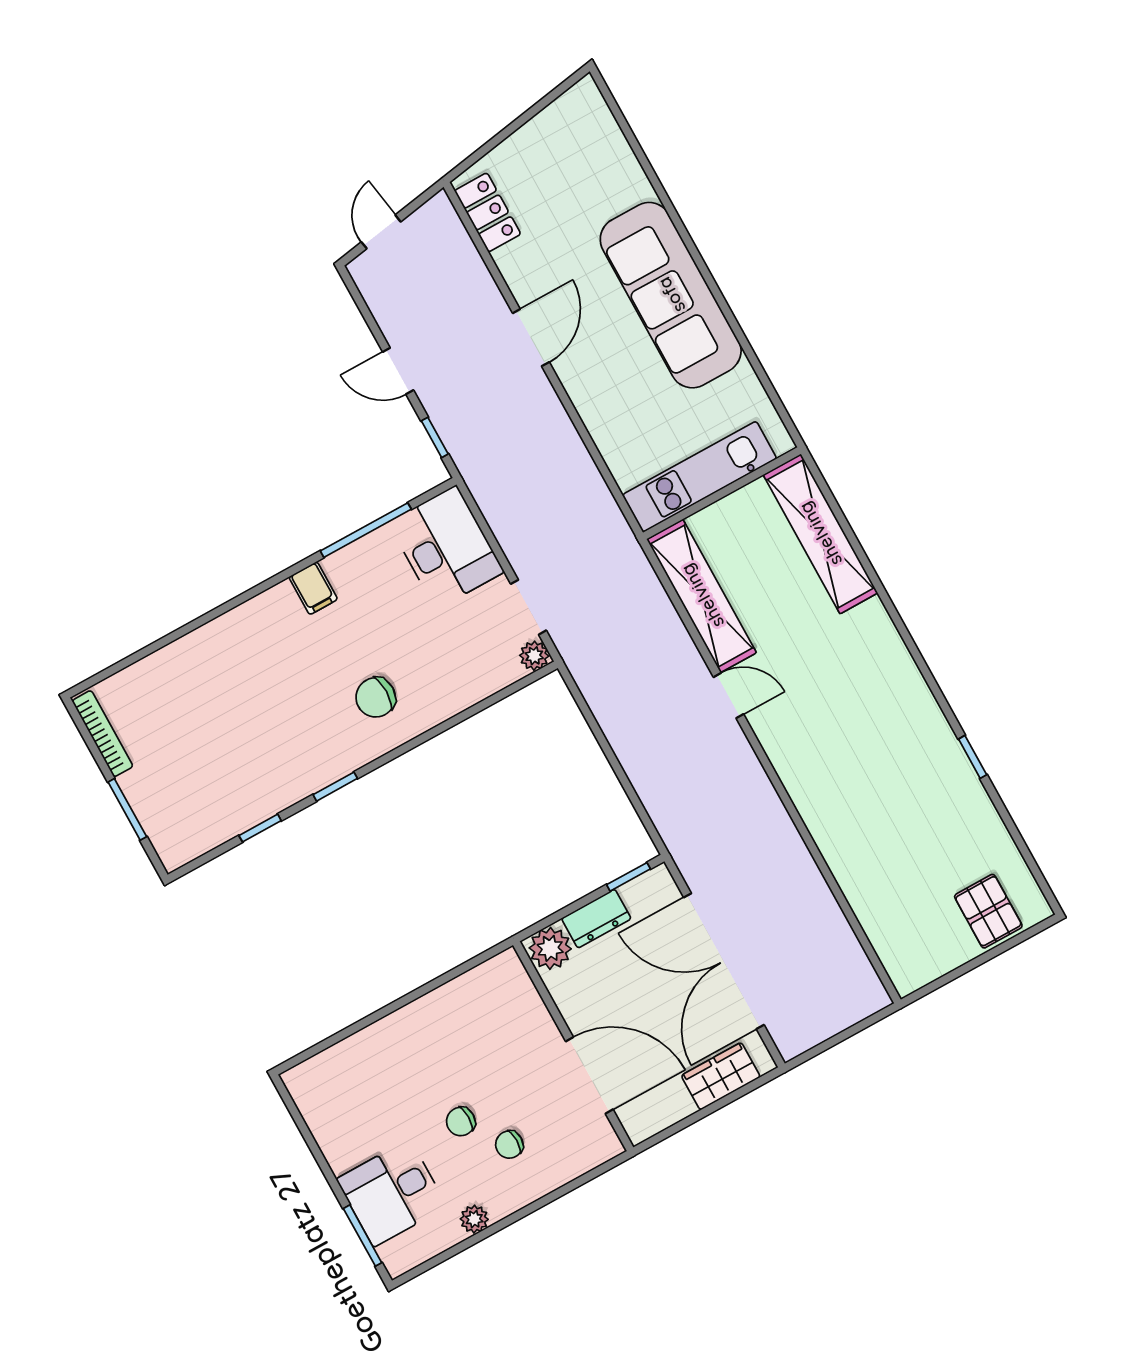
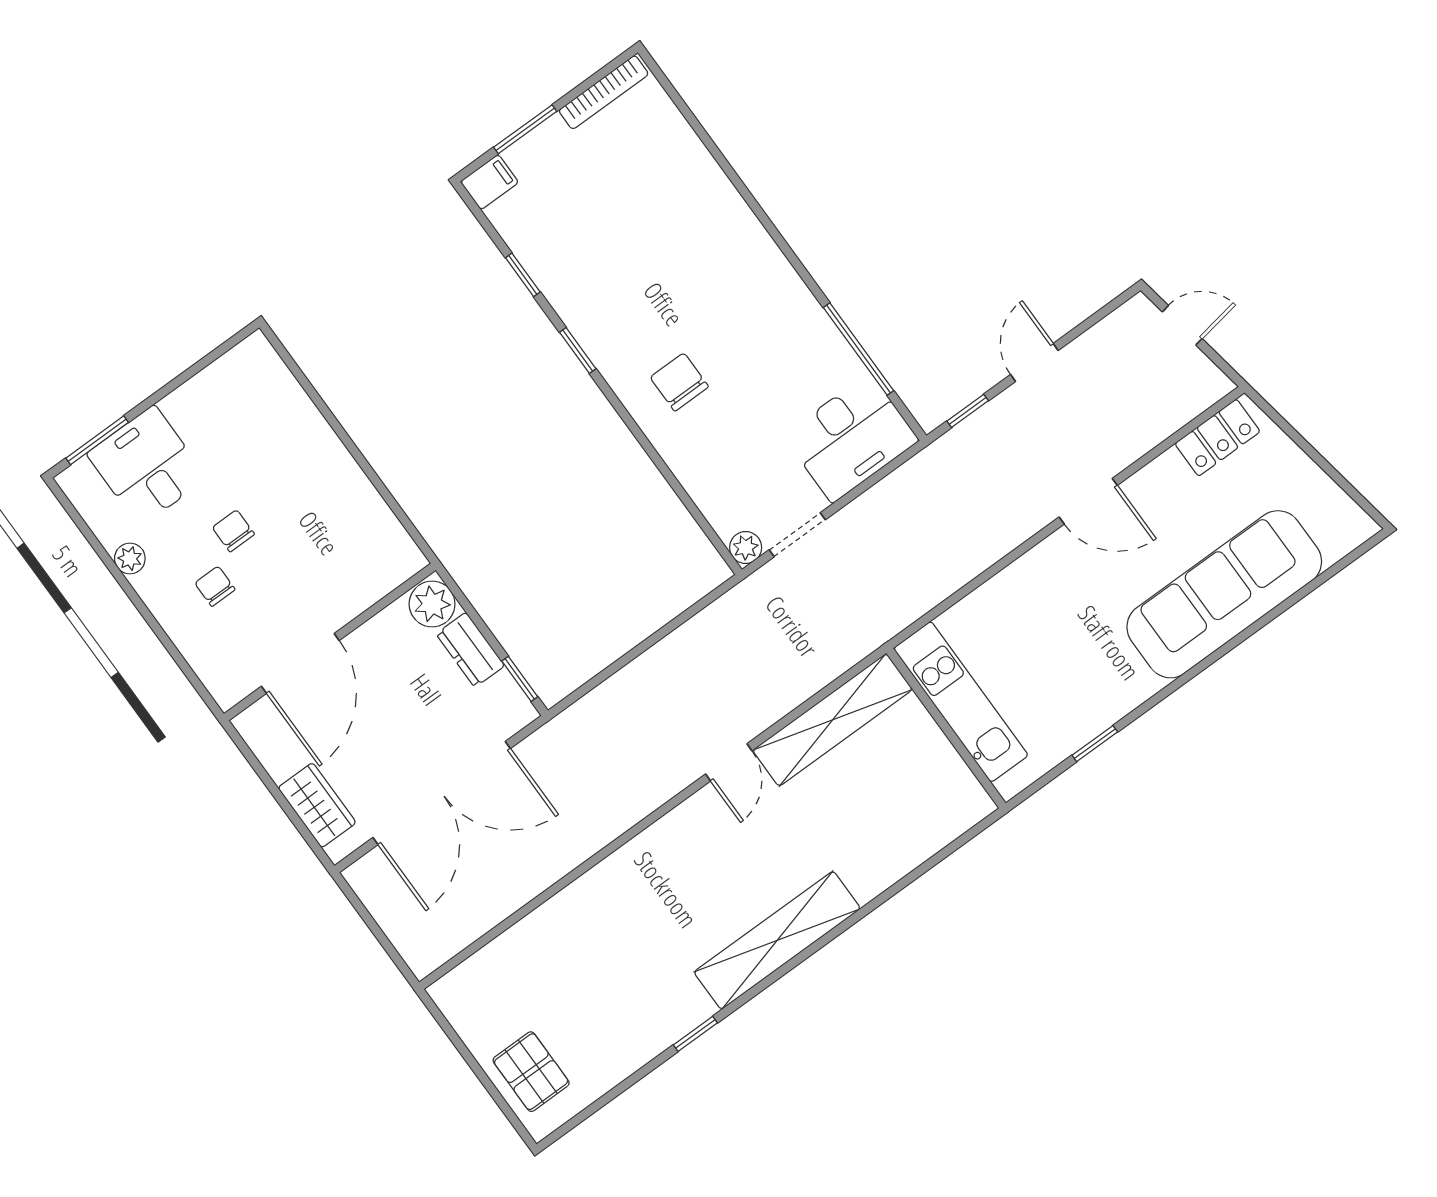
sofa: (671, 295) -> (1224, 594), moved
window: (753, 359) -> (1095, 744), added
shelving: (820, 534) -> (777, 940), moved
filing cabinet: (313, 588) -> (490, 182), moved, turned 180
pallet: (988, 911) -> (531, 1072), turned 90
double door: (724, 961) -> (442, 793), swing flipped

